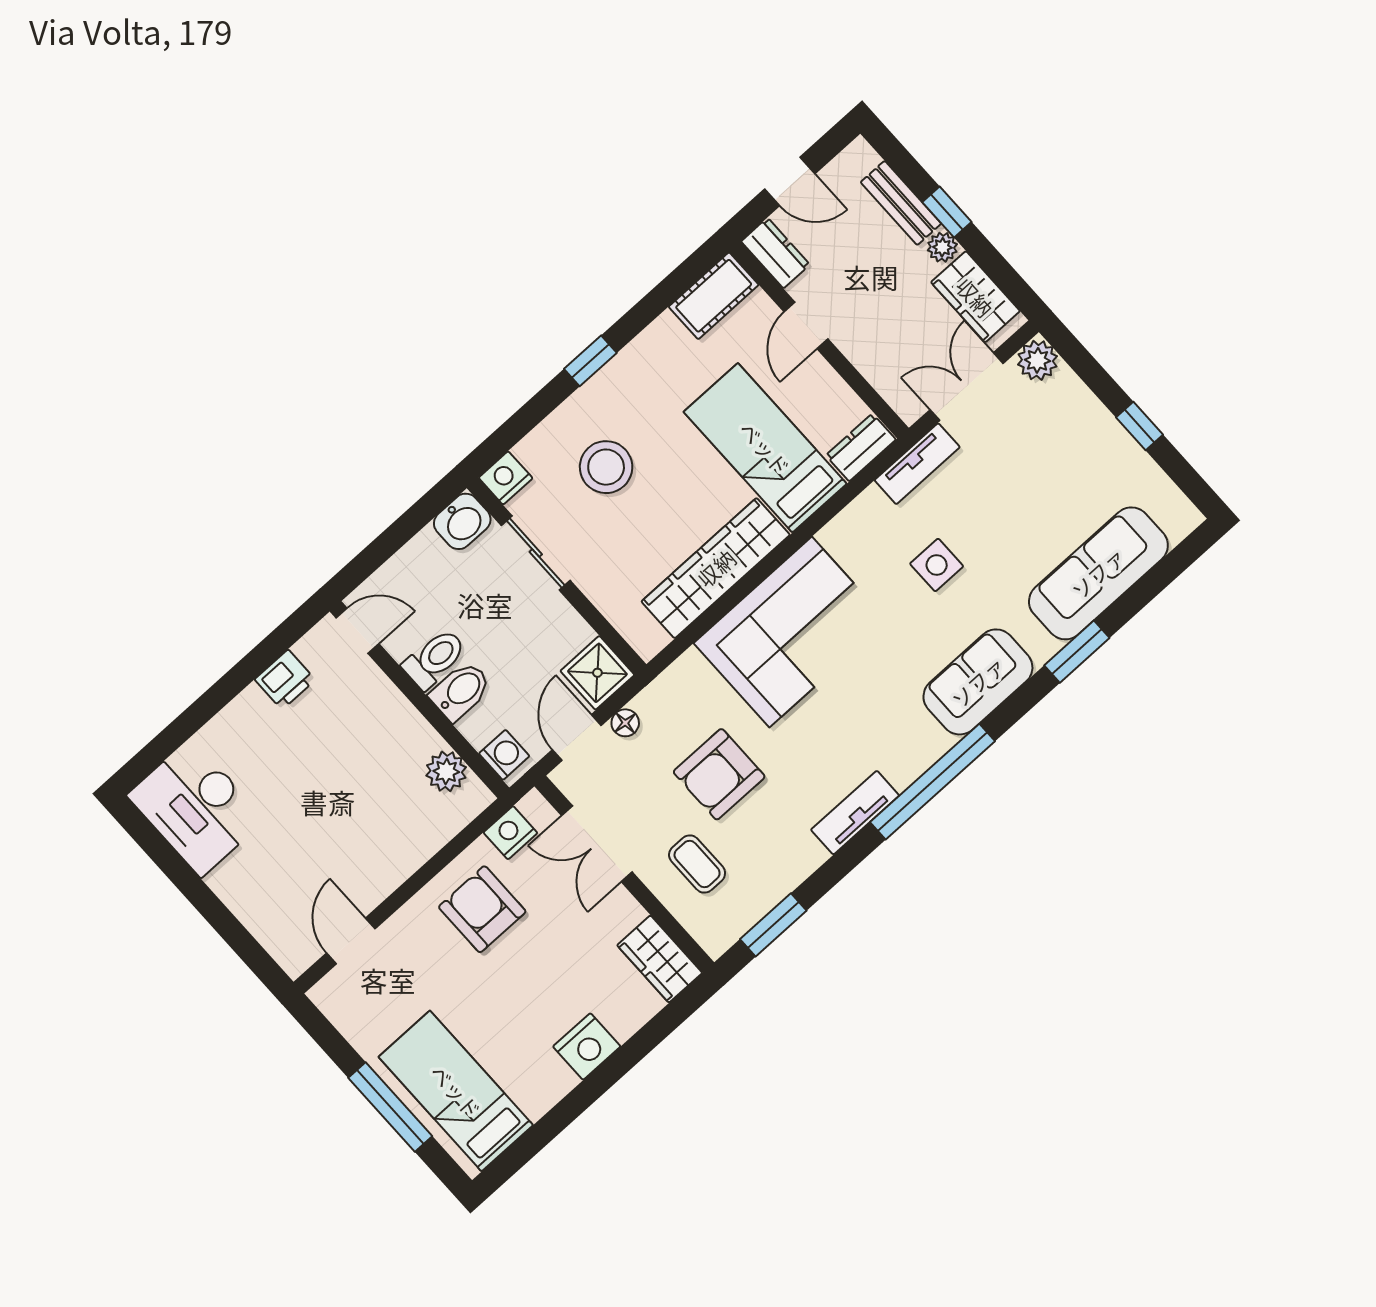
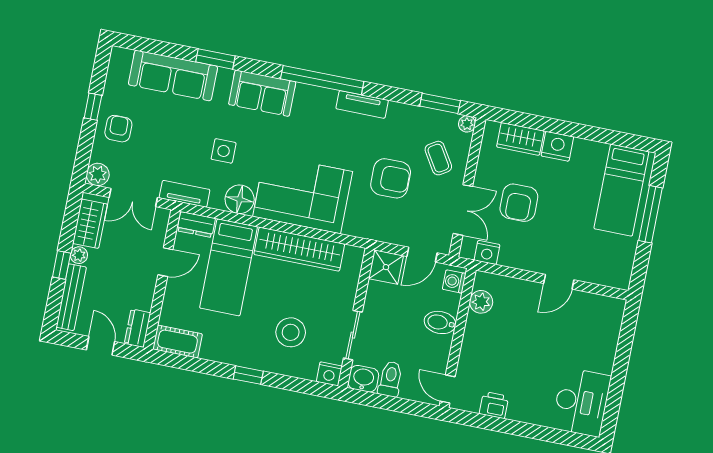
bench: (901, 203) -> (71, 297), width x1.36
door: (806, 325) -> (165, 262), moved
armchair: (1081, 439) -> (118, 129), added
toilet: (434, 659) -> (390, 379), moved, turned 90
floor lamp: (625, 723) -> (240, 199), moved, width x1.89, depth x1.89
coffee table: (697, 864) -> (438, 158), turned -32
armchair: (482, 909) -> (519, 203), moved
door: (351, 941) -> (559, 282), moved
plant: (715, 941) -> (467, 124), added
wardrobe: (660, 959) -> (520, 139), moved, turned 90

